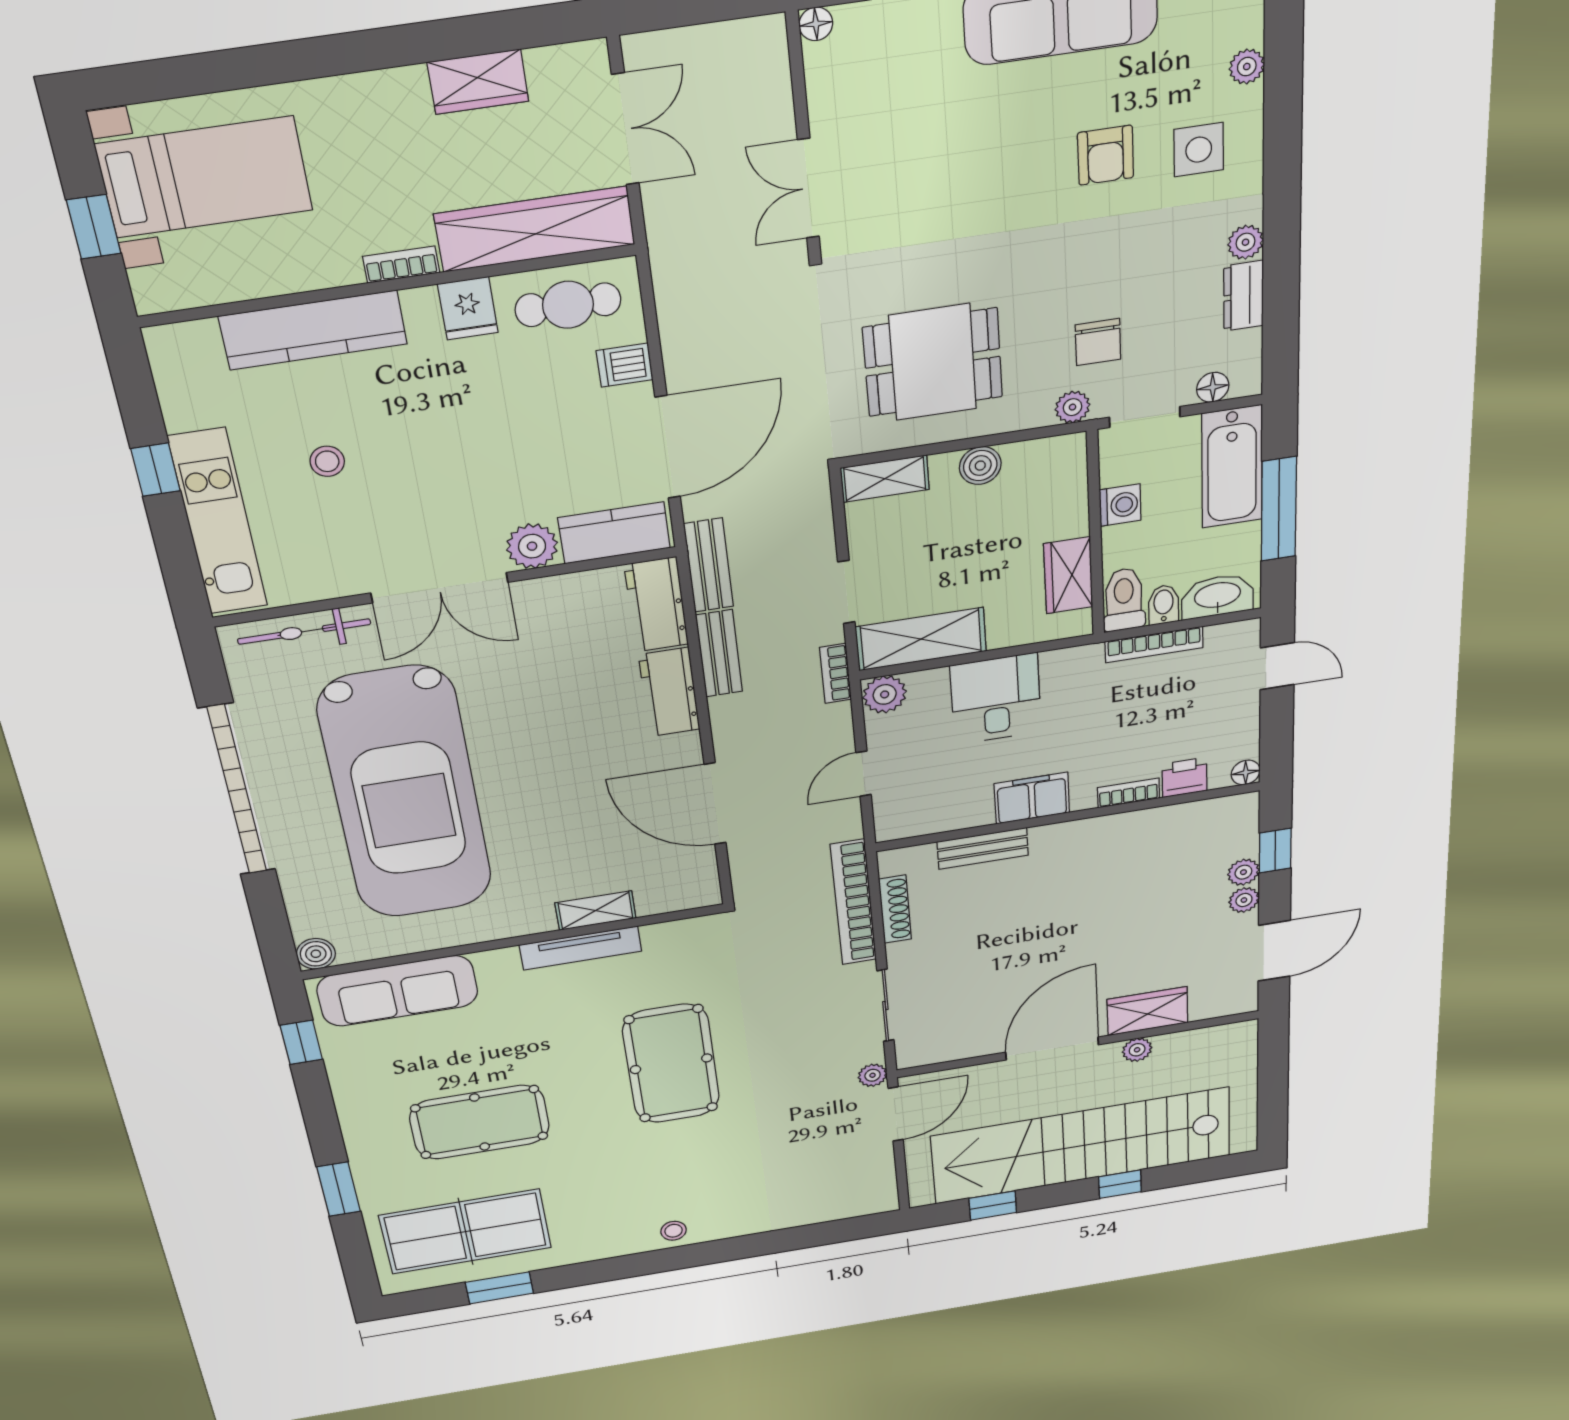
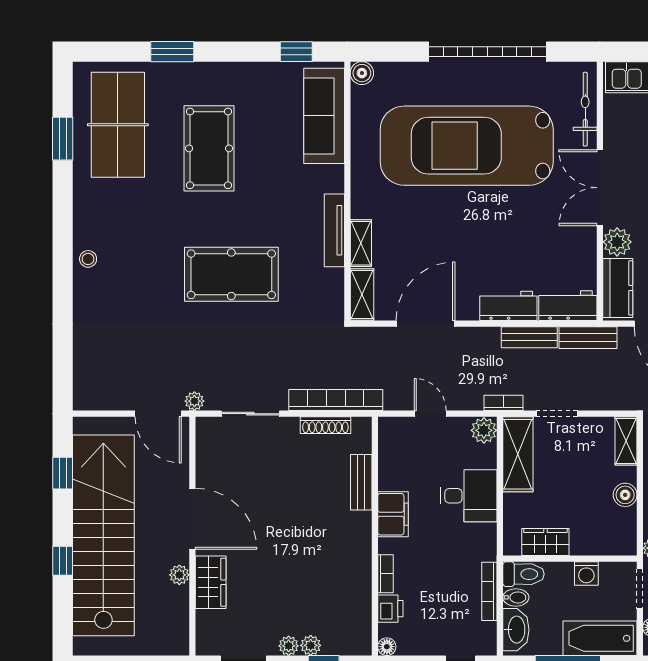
shelving: (679, 896) -> (362, 295), added

